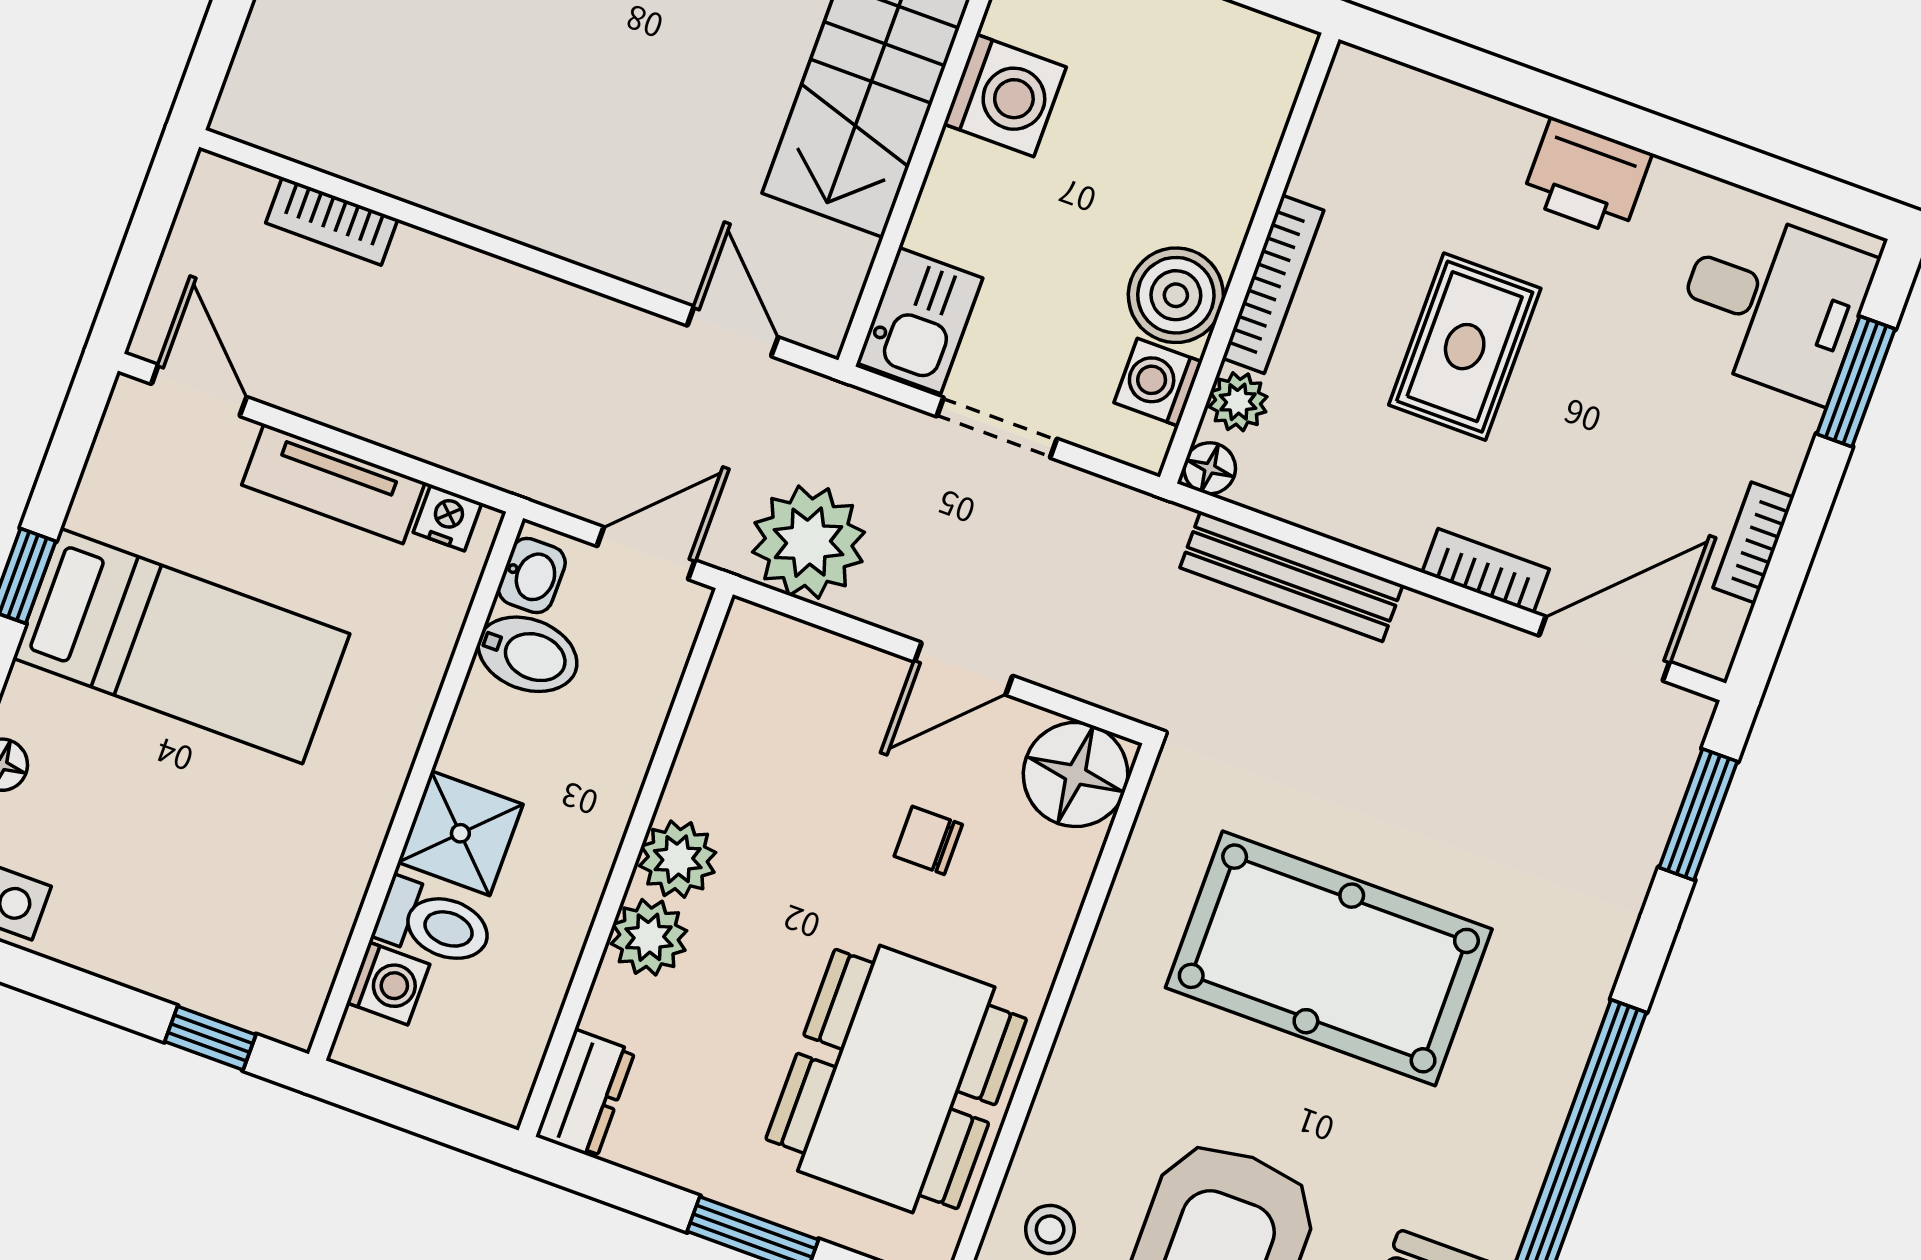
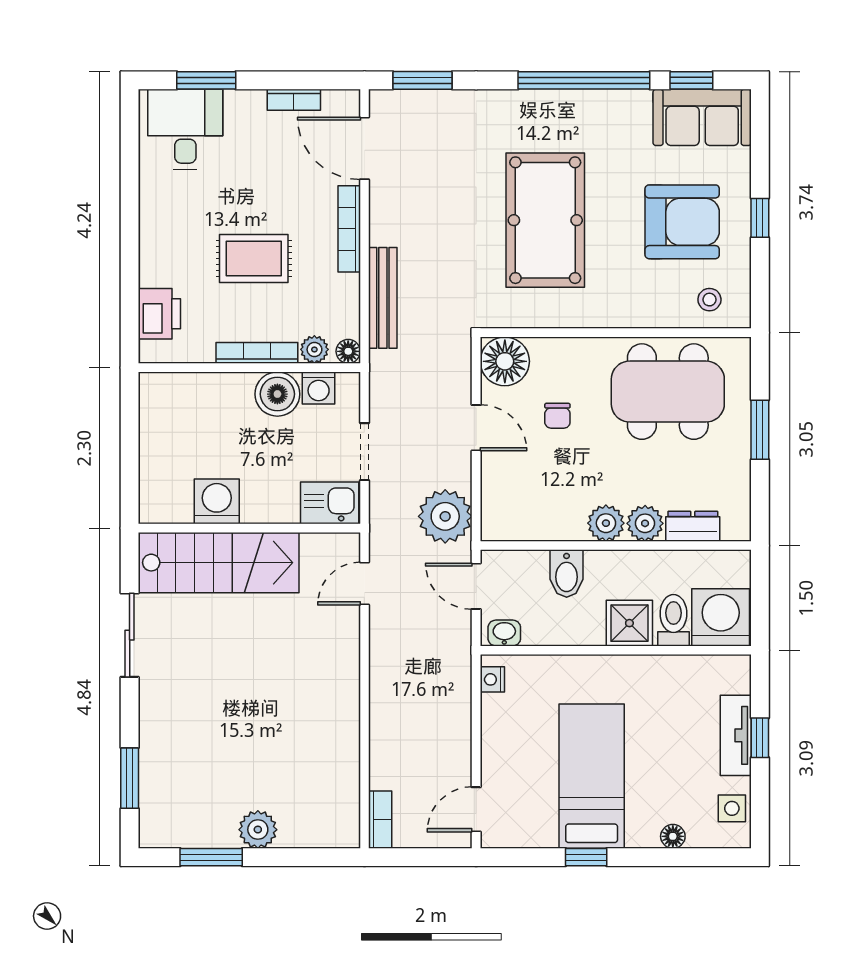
printer: (1587, 177) -> (159, 314), moved
bookcase: (332, 221) -> (380, 820), moved
tv unit: (333, 484) -> (736, 735), moved, turned 180
bookcase: (1486, 571) -> (349, 229), width x1.56
bidet: (528, 654) -> (567, 574), moved, turned 180
washing machine: (388, 983) -> (721, 617), width x1.89, depth x1.89
window: (210, 1038) -> (760, 738), moved
dresser: (585, 1094) -> (693, 526), moved

